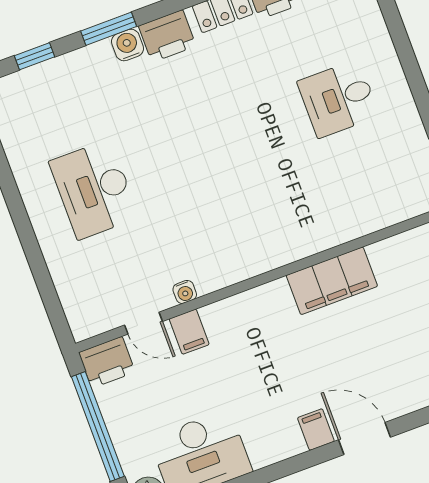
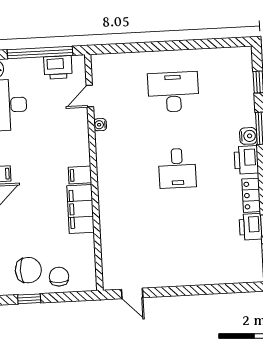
desk: (338, 99) -> (177, 168), moved, turned 180
filing cabinet: (189, 332) -> (80, 175), moved
printer: (107, 362) -> (58, 67), moved, turned -90

